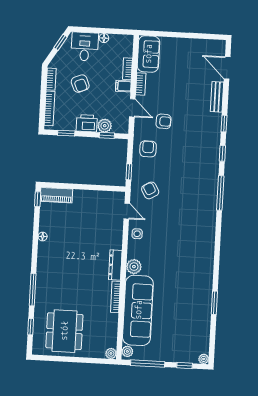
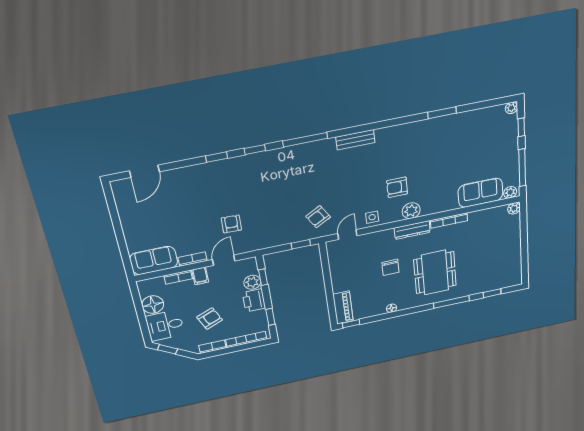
floor lamp: (104, 38) -> (153, 305), width x1.89, depth x1.89
bench: (217, 97) -> (355, 140), moved
armchair: (148, 149) -> (397, 187), moved
chair: (84, 242) -> (390, 267), added
sofa: (138, 310) -> (480, 193), width x0.54, depth x0.79
dining table: (64, 331) -> (435, 273), moved, turned 90

